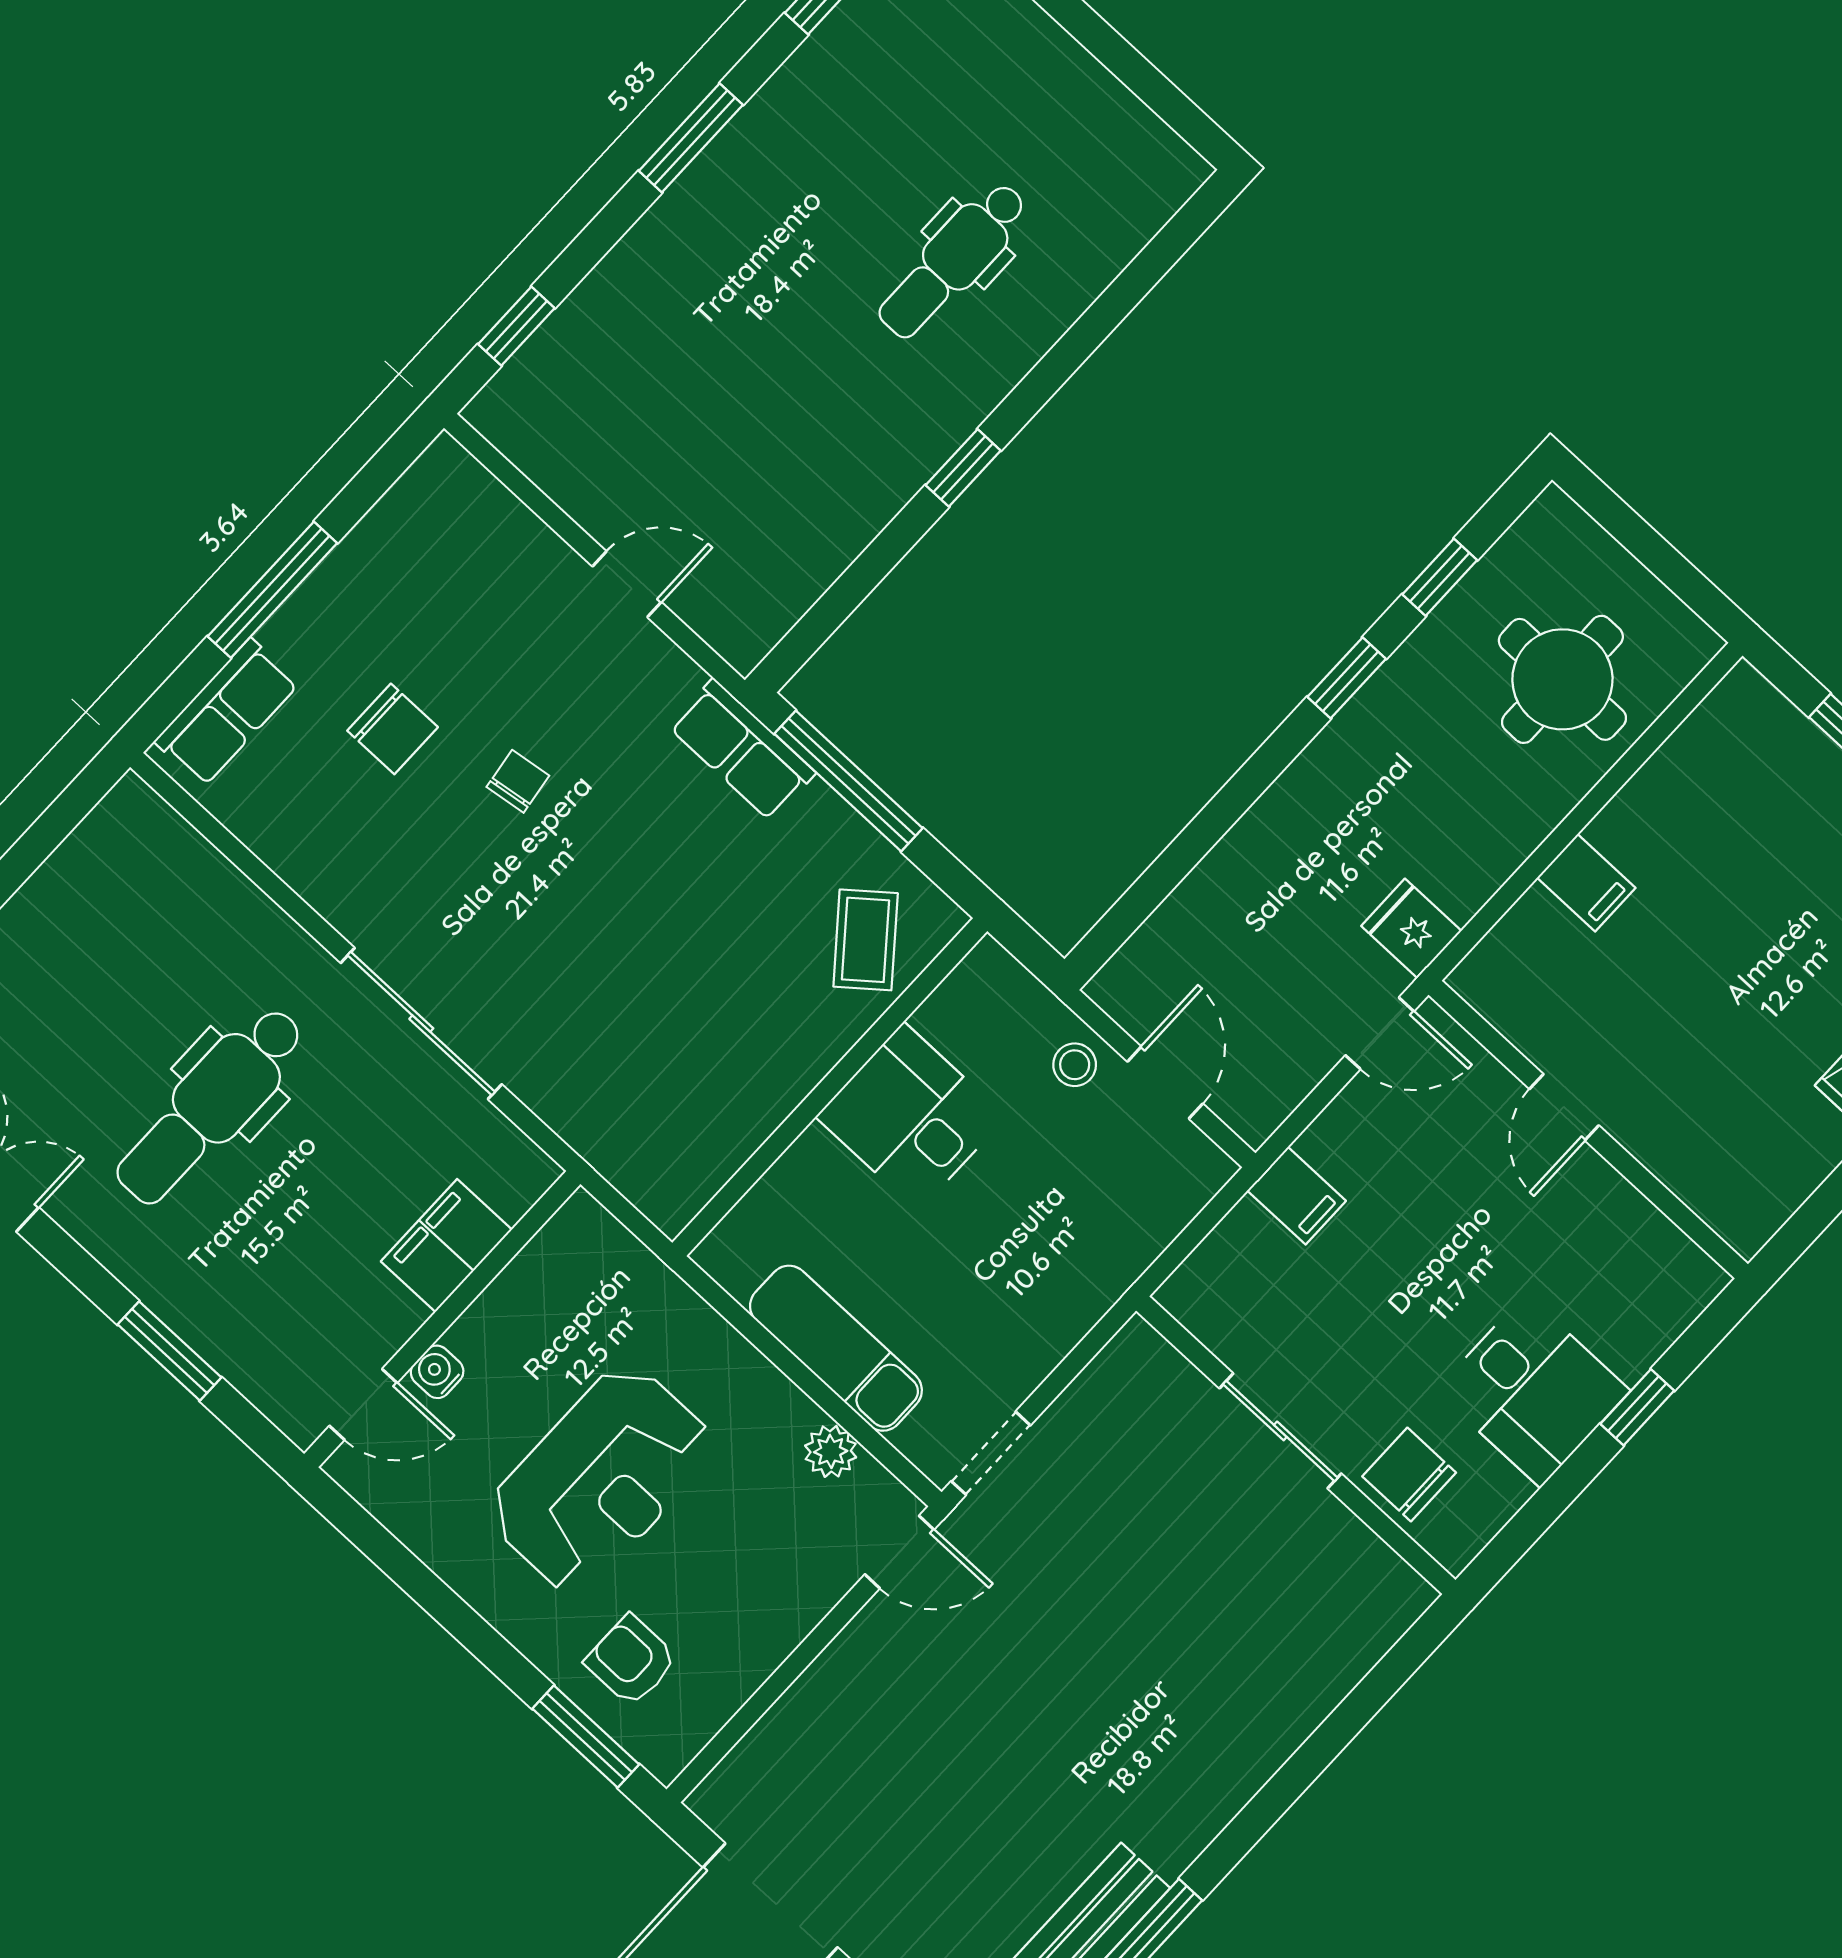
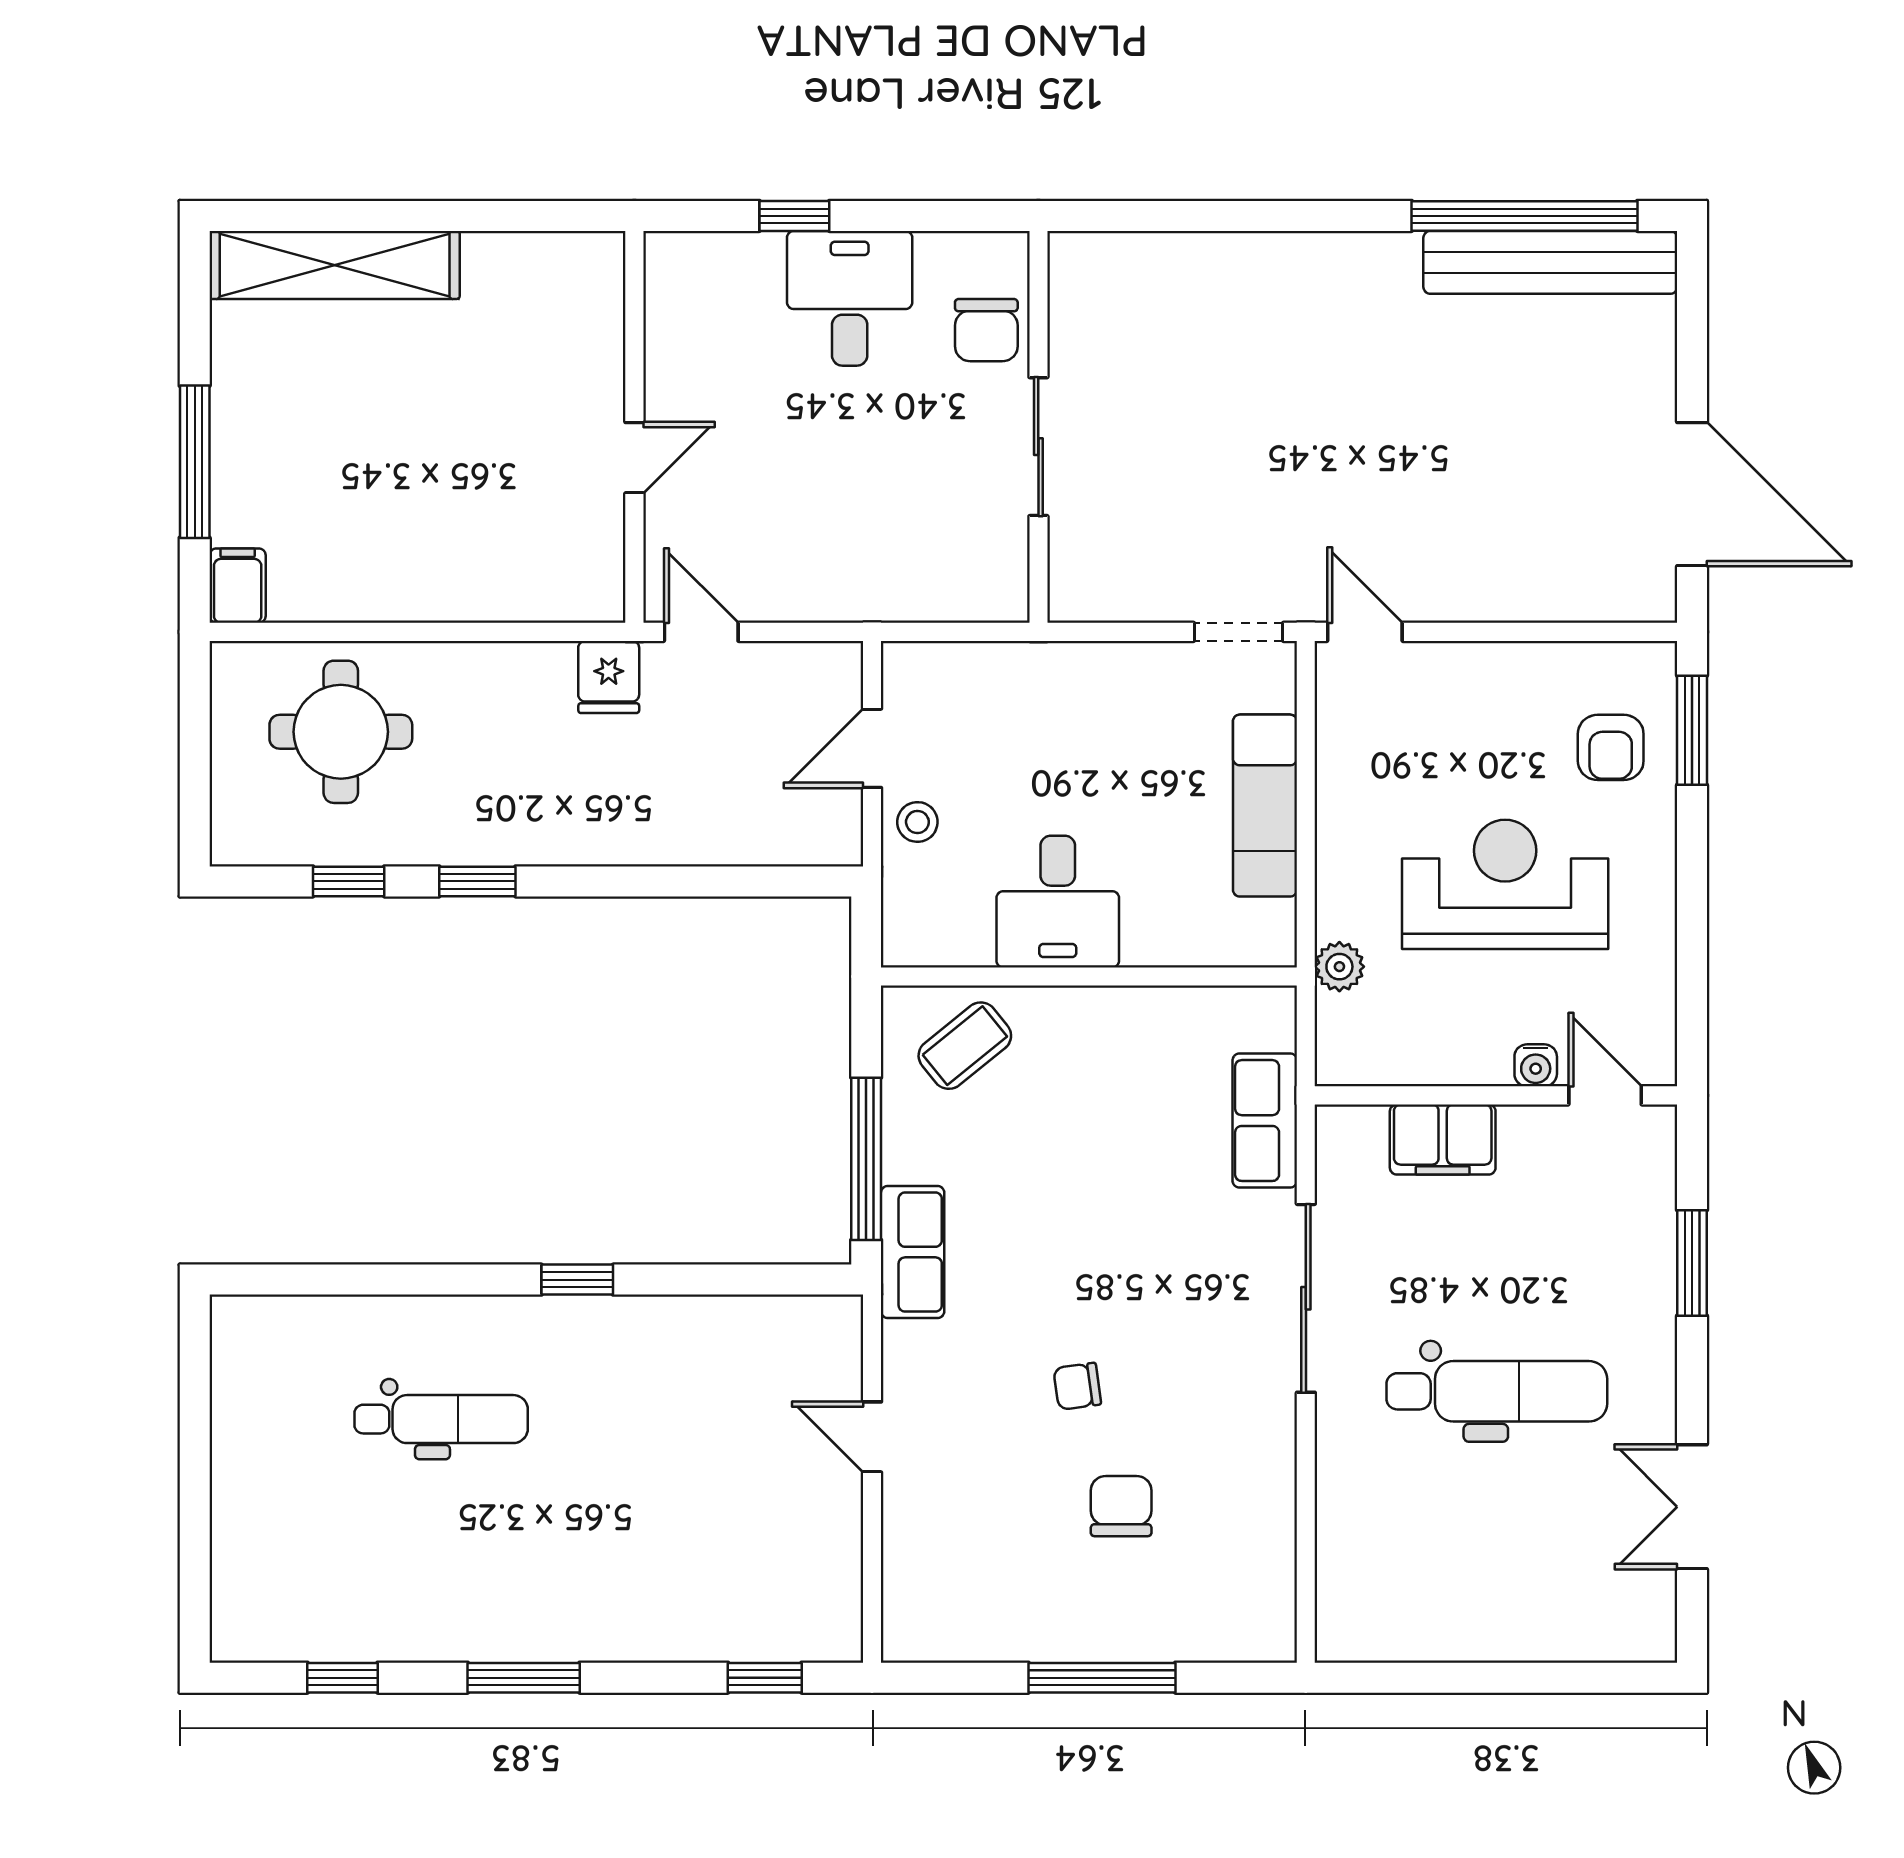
row of seats: (227, 712) -> (1265, 1121), moved, turned -90
filing cabinet: (1586, 883) -> (238, 586), moved
filing cabinet: (1297, 1196) -> (866, 586), removed
plant: (831, 1451) -> (1339, 967), moved

